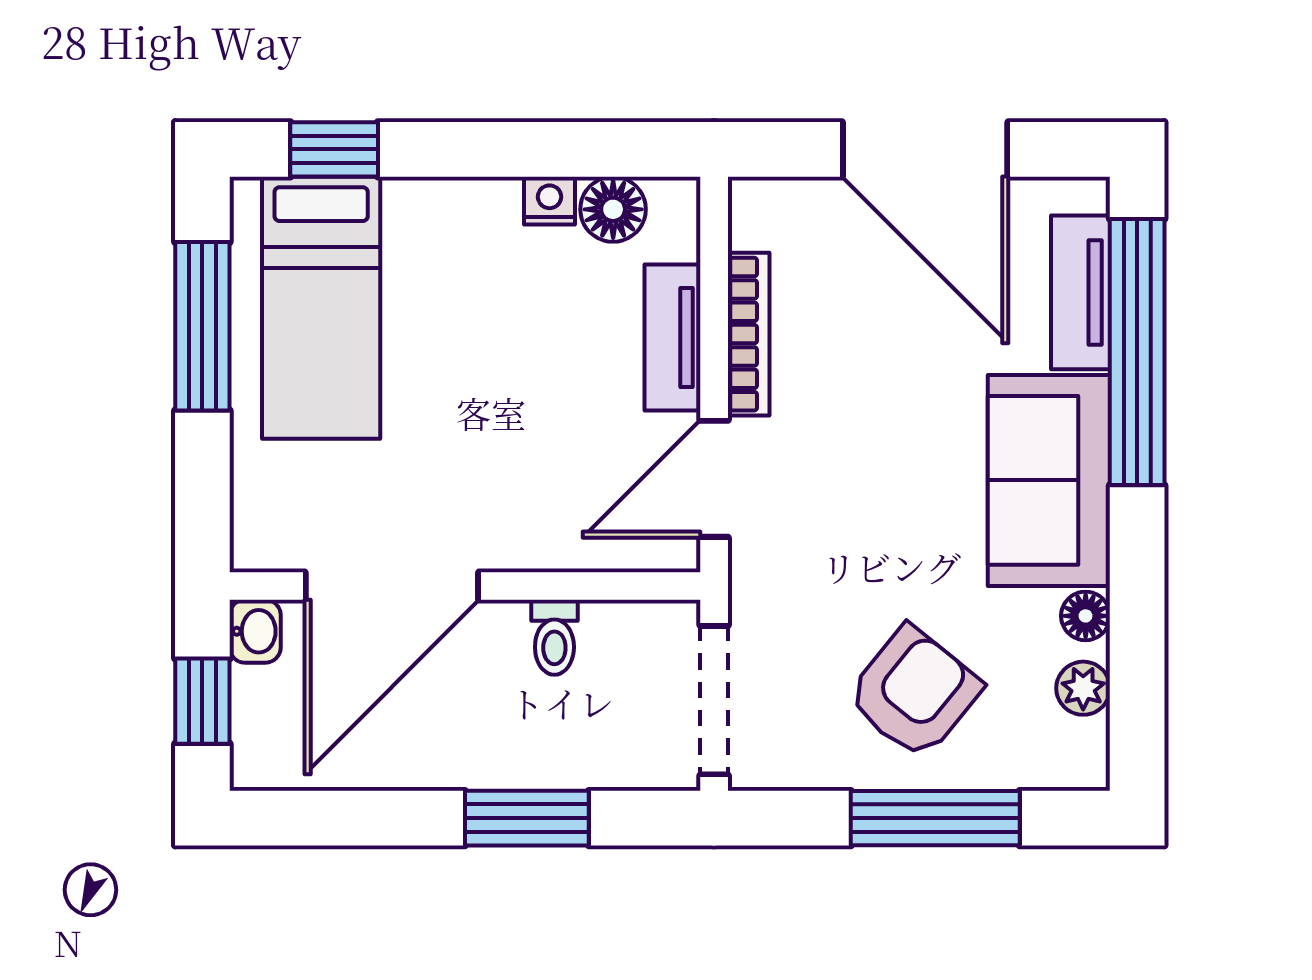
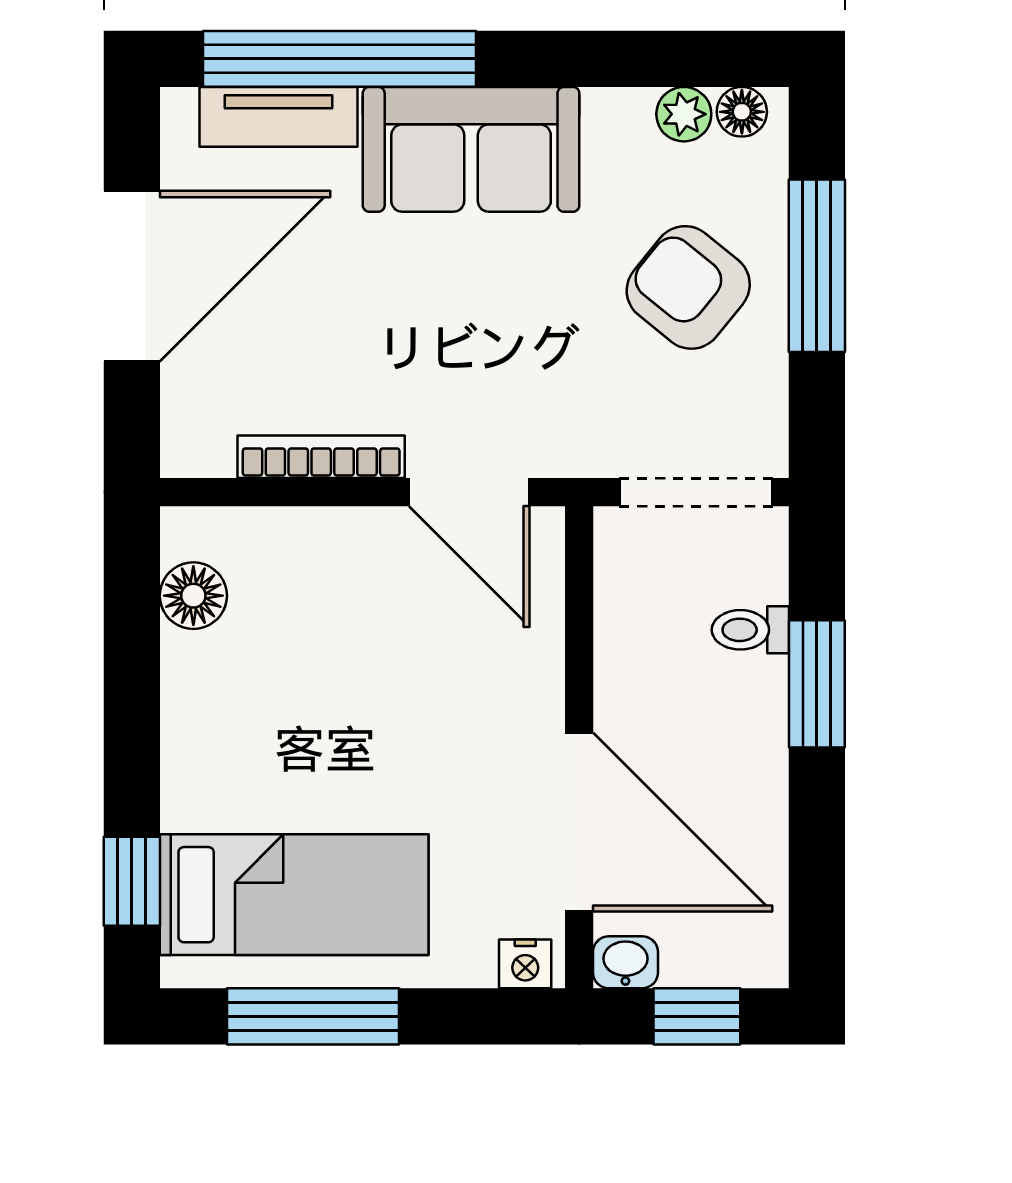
nightstand: (550, 201) -> (525, 964), moved, turned -90
tv unit: (673, 337) -> (325, 535), removed
floor lamp: (1086, 616) -> (742, 112), moved
toilet: (554, 637) -> (750, 630), moved, turned 180

